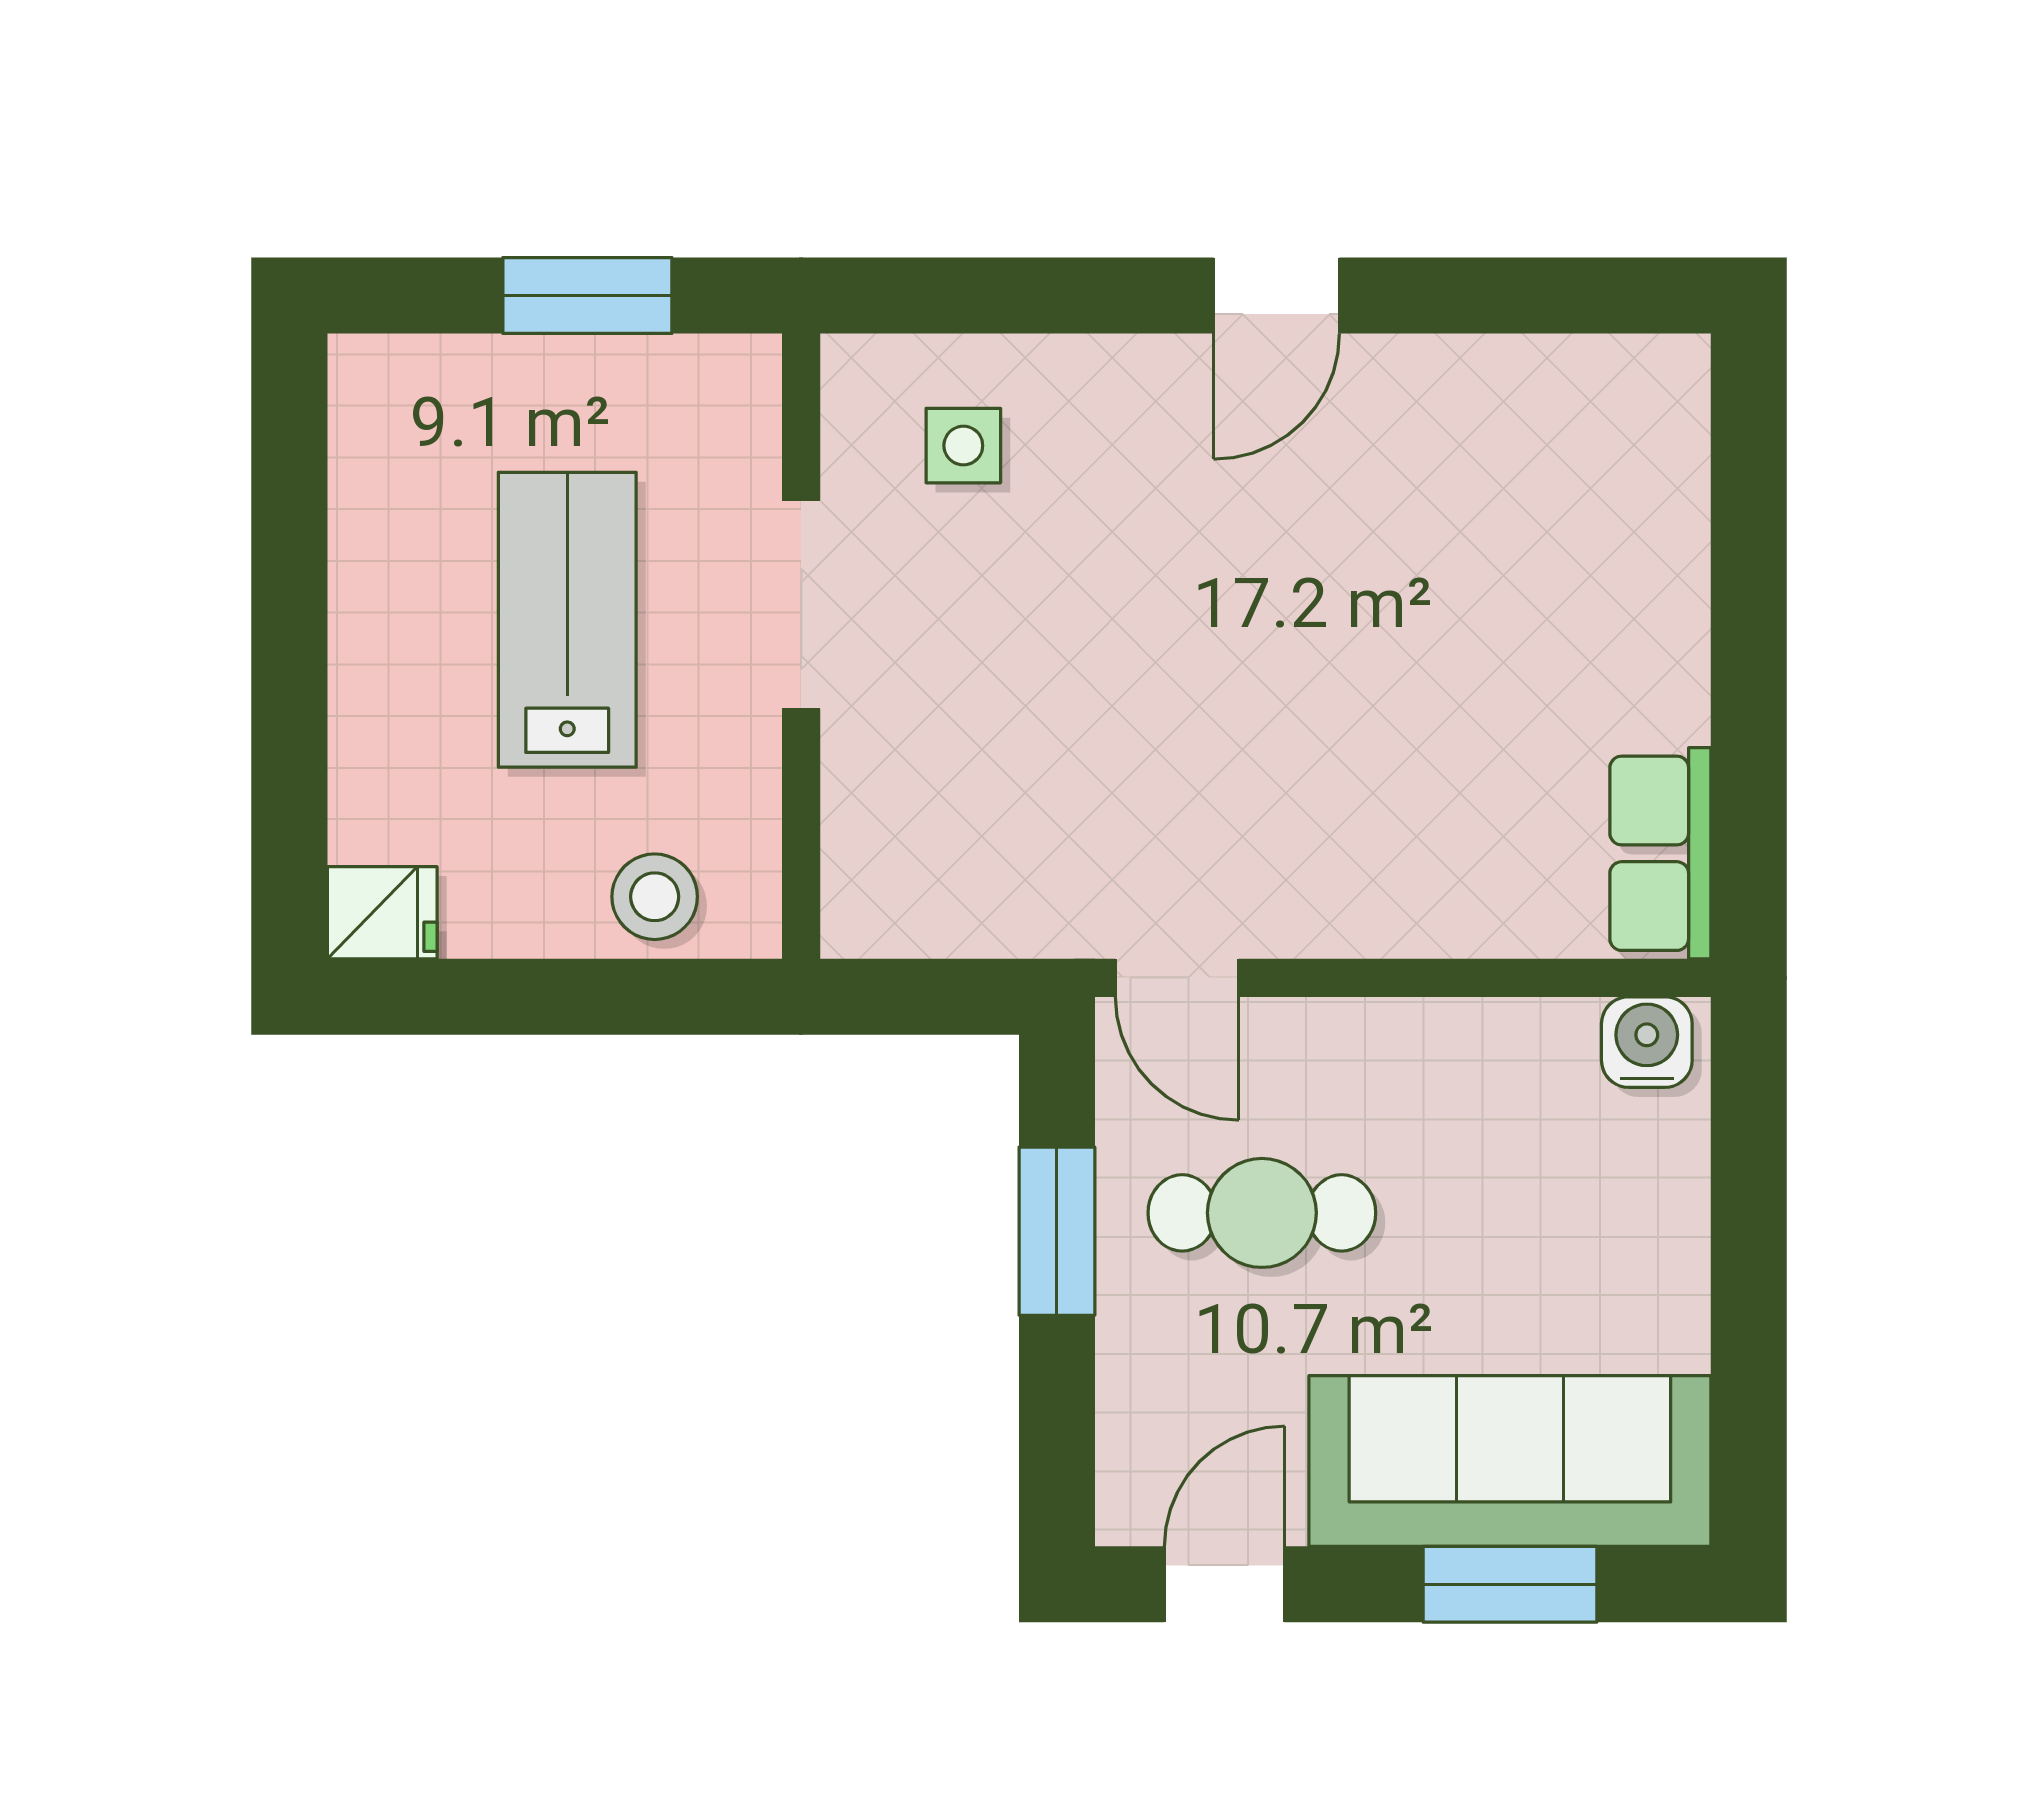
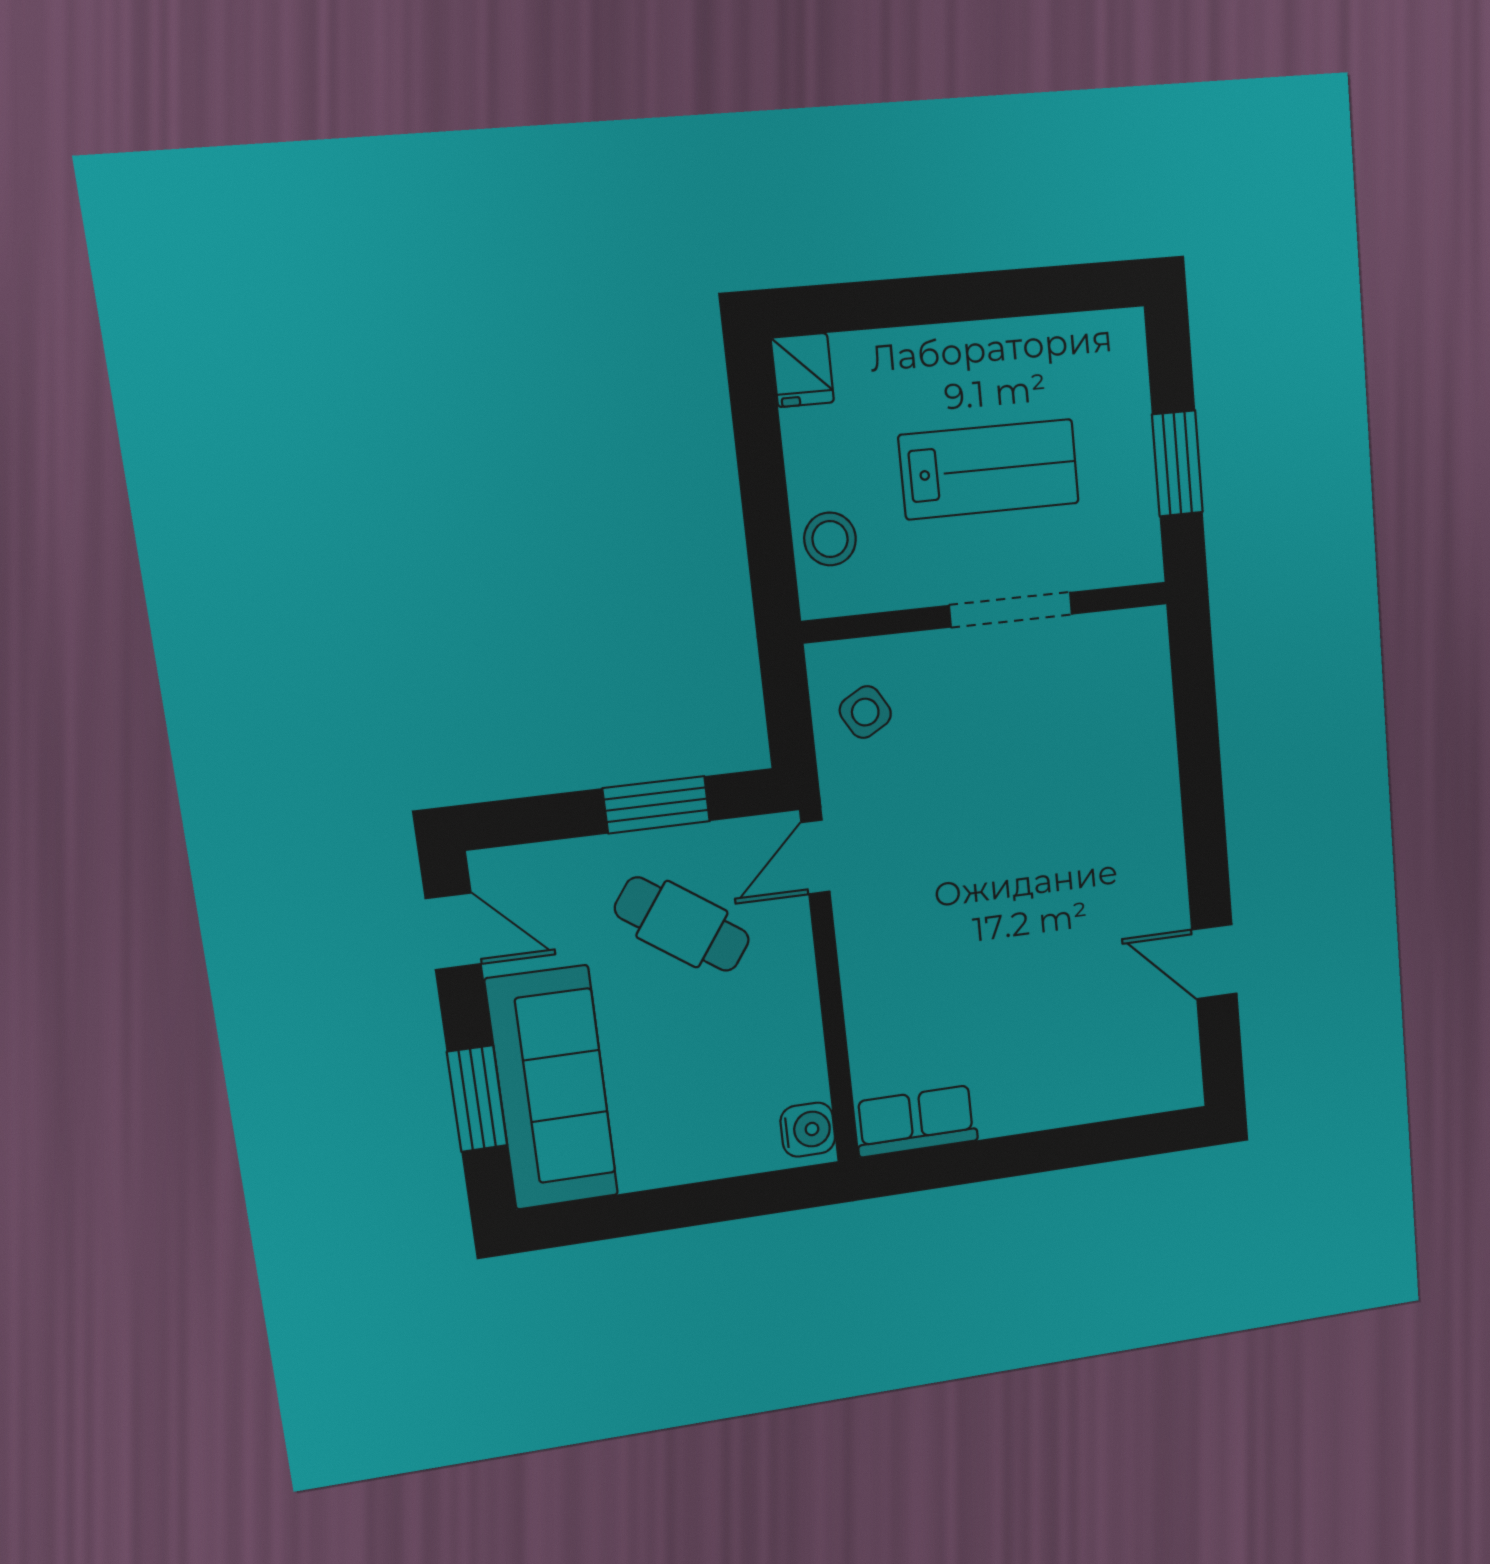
door: (1277, 296) -> (1214, 962), moved
side table: (963, 446) -> (865, 712), moved, turned -30
cafe table: (1262, 1213) -> (682, 924), turned -55

